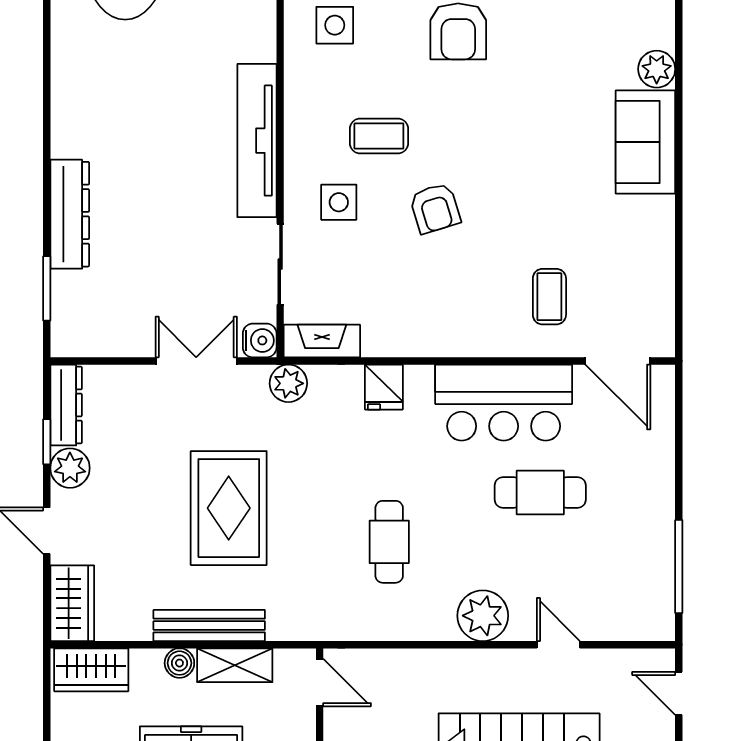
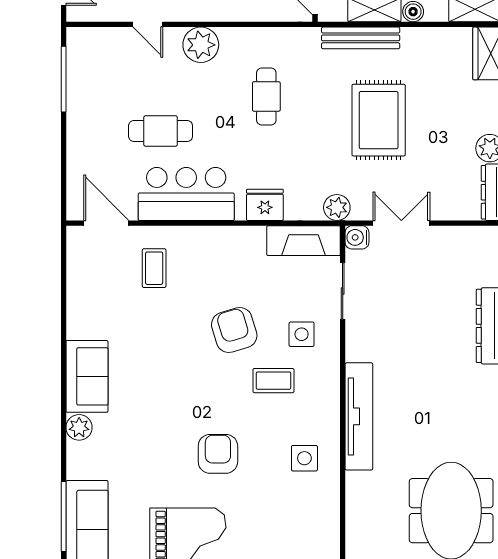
tv unit: (257, 141) -> (359, 416), moved
armchair: (435, 208) -> (234, 330), width x1.38, depth x1.38
fireplace: (322, 341) -> (304, 241), width x1.37, depth x1.32
double door: (196, 361) -> (401, 223), swing flipped
fridge: (384, 387) -> (265, 205), width x1.38
bench: (209, 625) -> (361, 38), moved

